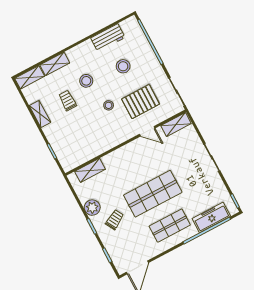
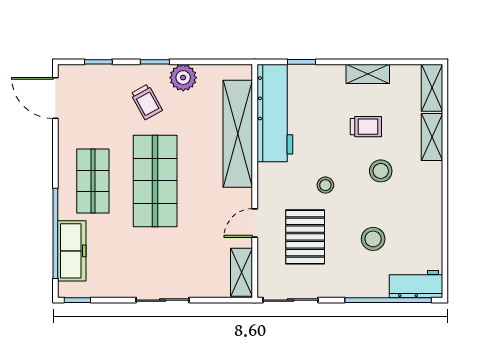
workbench: (108, 38) -> (416, 284), moved, turned 90
workbench: (85, 151) -> (275, 113), added
shelving: (90, 170) -> (238, 134), width x2.20, depth x1.33

